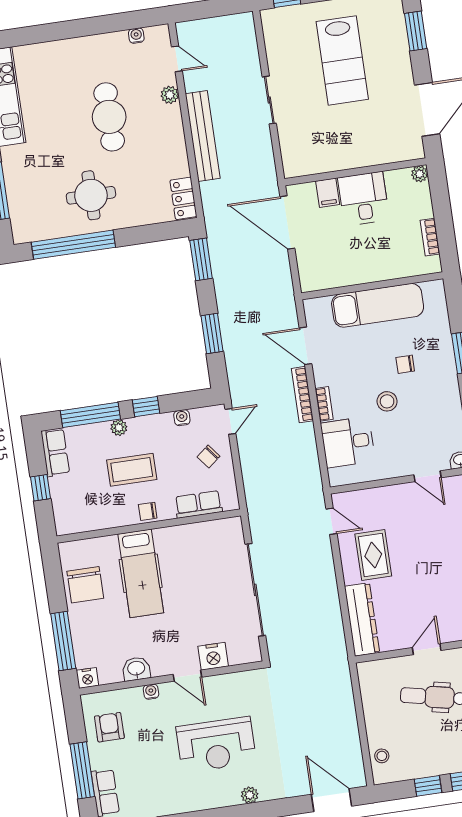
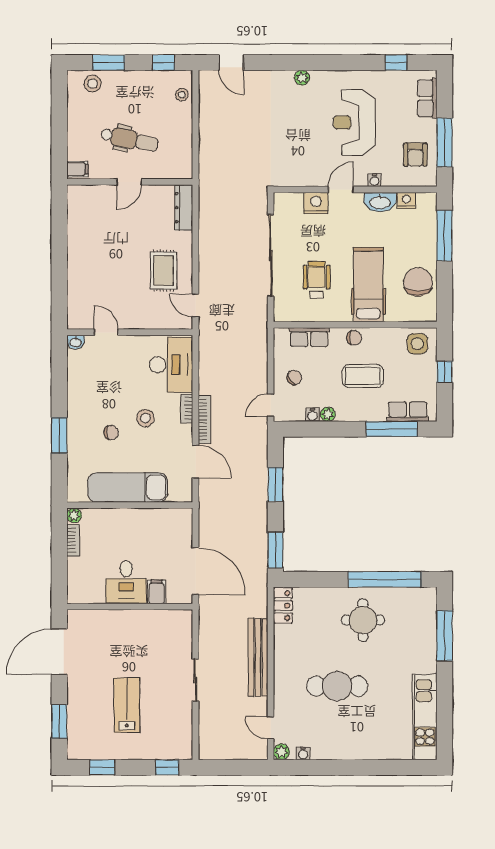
lab bench: (342, 60) -> (127, 705), width x0.73, depth x0.72
plant: (170, 95) -> (281, 752), moved
cafe table: (109, 117) -> (337, 686), turned 90
plant: (420, 174) -> (74, 515), moved
stool: (387, 401) -> (145, 418), moved
window: (146, 407) -> (342, 429), removed
plant: (119, 428) -> (328, 414), moved
desk: (348, 442) -> (171, 365), width x1.37
row of seats: (55, 452) -> (408, 412), moved, turned 90
side table: (76, 515) -> (417, 344), added
wheelchair: (200, 570) -> (317, 280), added
dresser: (362, 619) -> (184, 208), width x0.73, depth x0.80
washbasin: (136, 669) -> (380, 202), width x1.38
door: (187, 676) -> (341, 189), hinge flipped
nightstand: (87, 678) -> (406, 200), moved
reception desk: (216, 745) -> (354, 122), moved, turned -90
window: (82, 770) -> (445, 143), moved
window: (428, 786) -> (163, 63), moved
door: (332, 800) -> (231, 63), width x0.73

